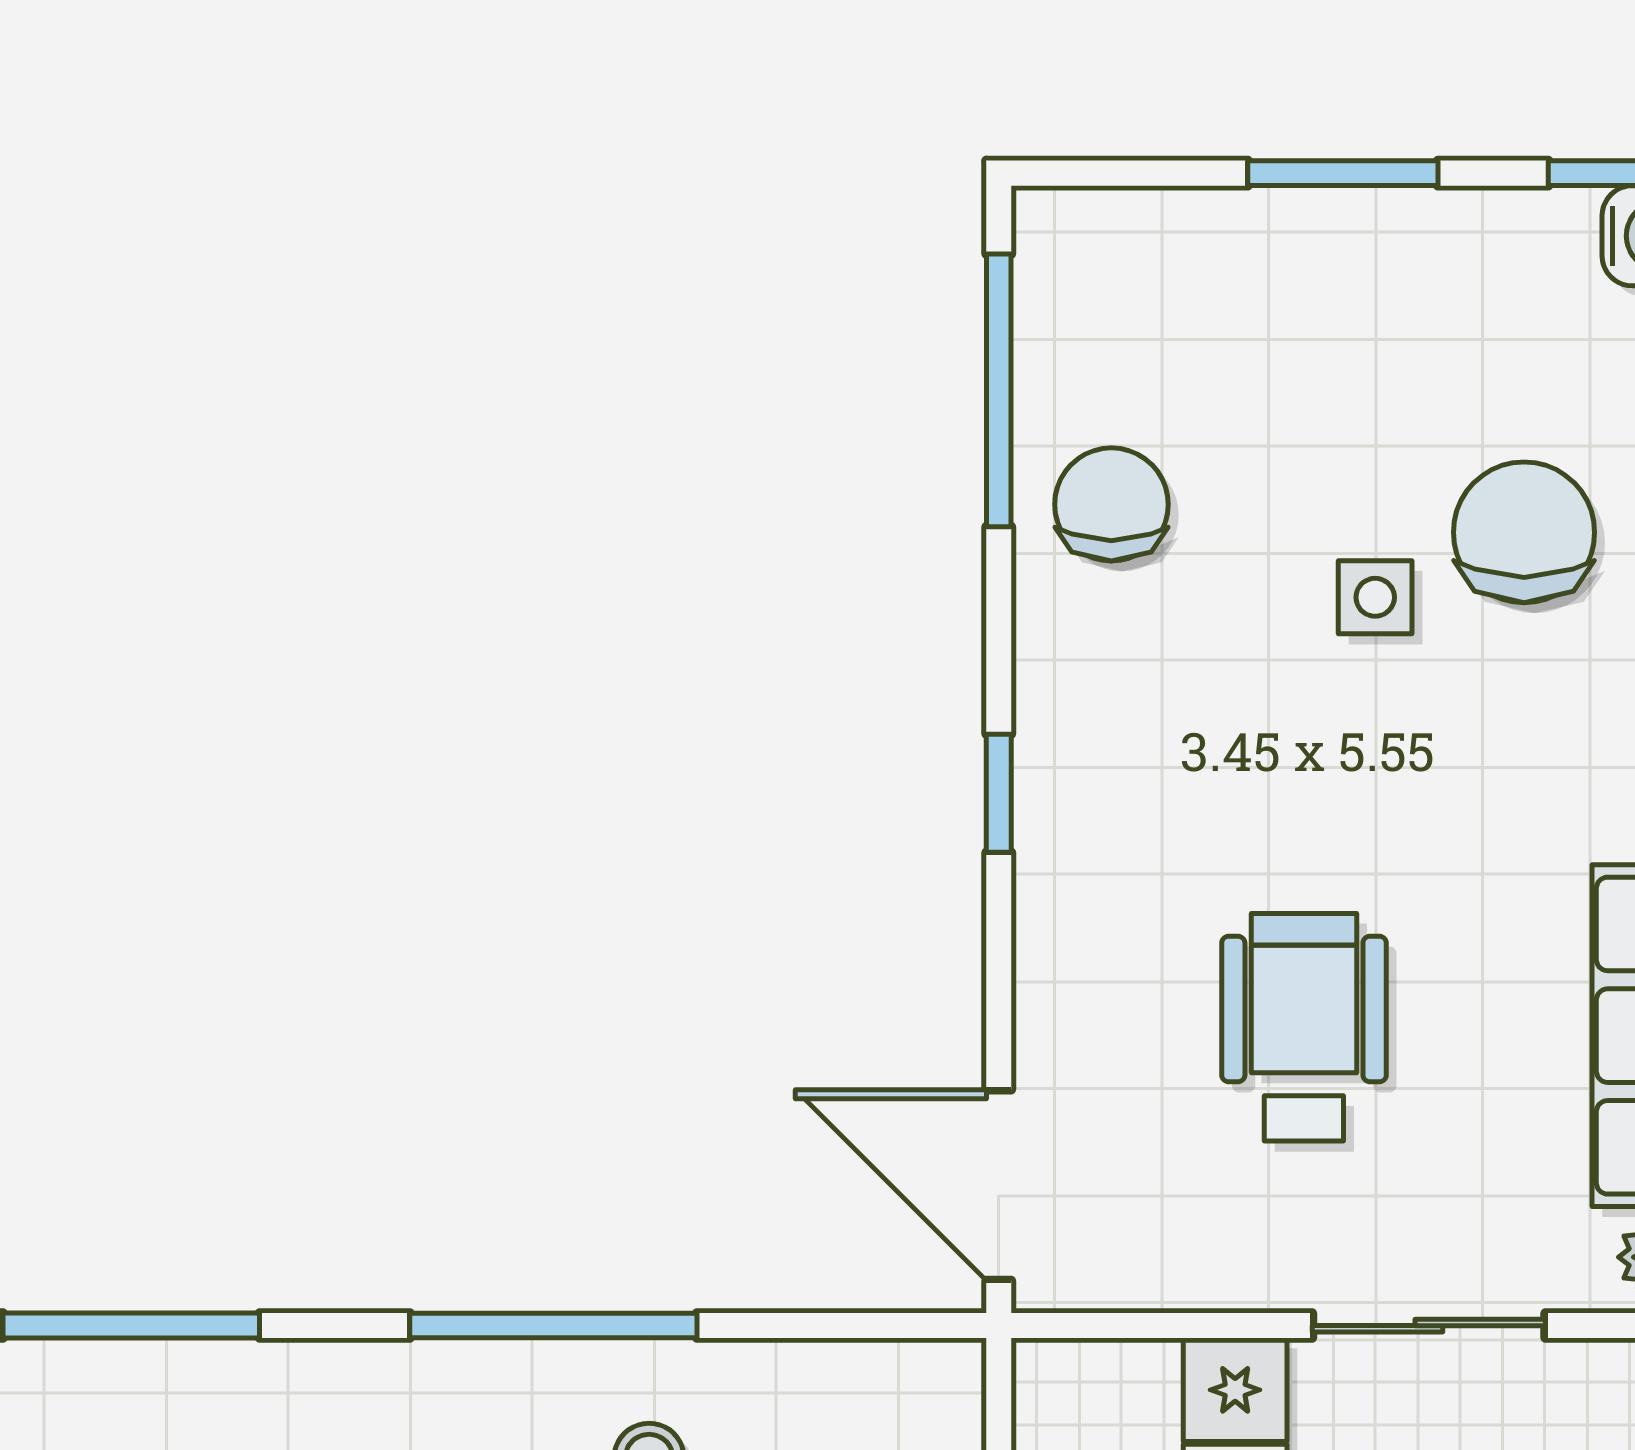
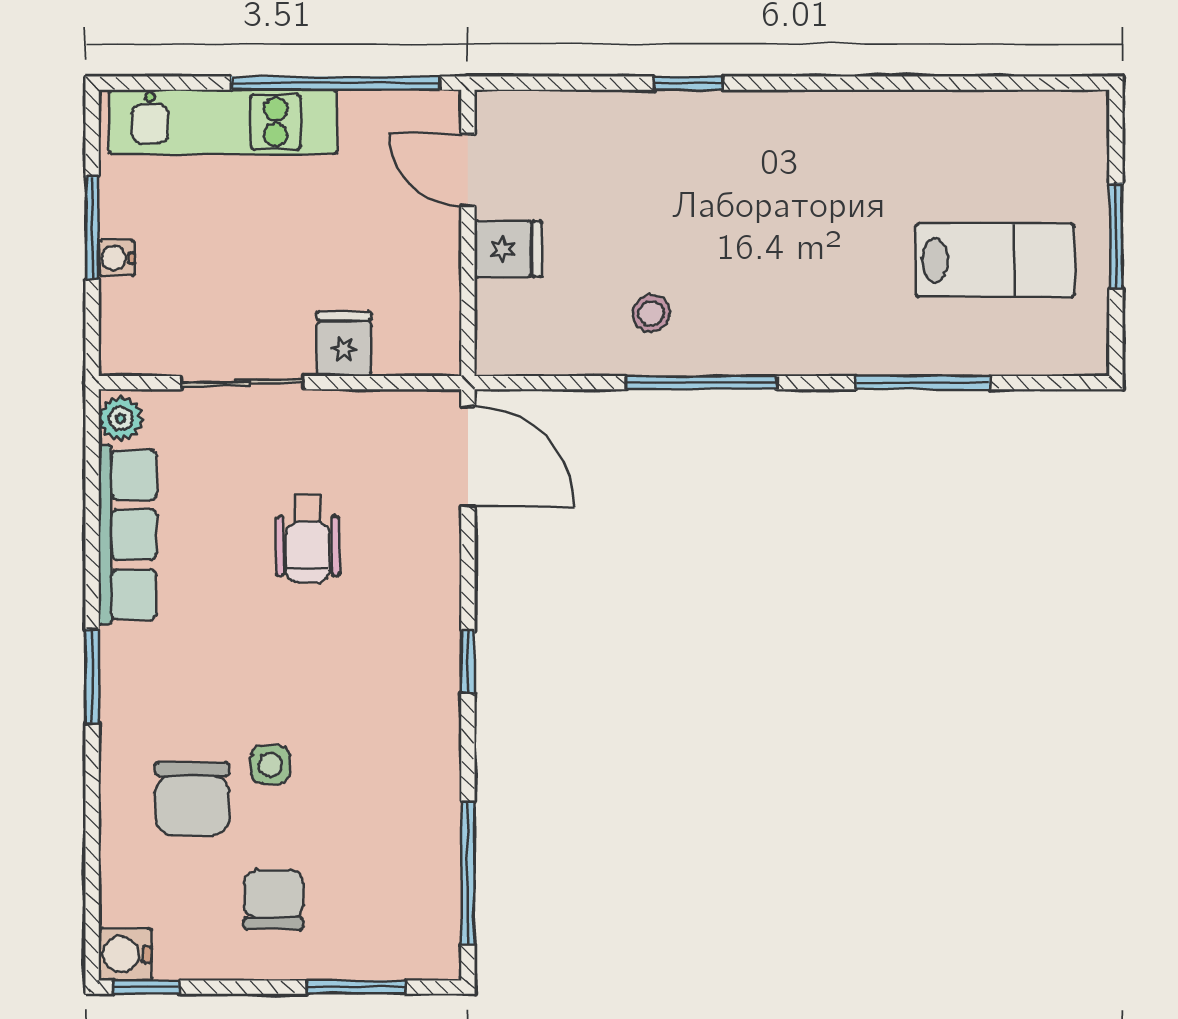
window: (1343, 173) -> (356, 987), moved
chair: (1111, 504) -> (274, 899), moved, turned 180
wheelchair: (1304, 1027) -> (308, 539), width x0.73, depth x0.73

